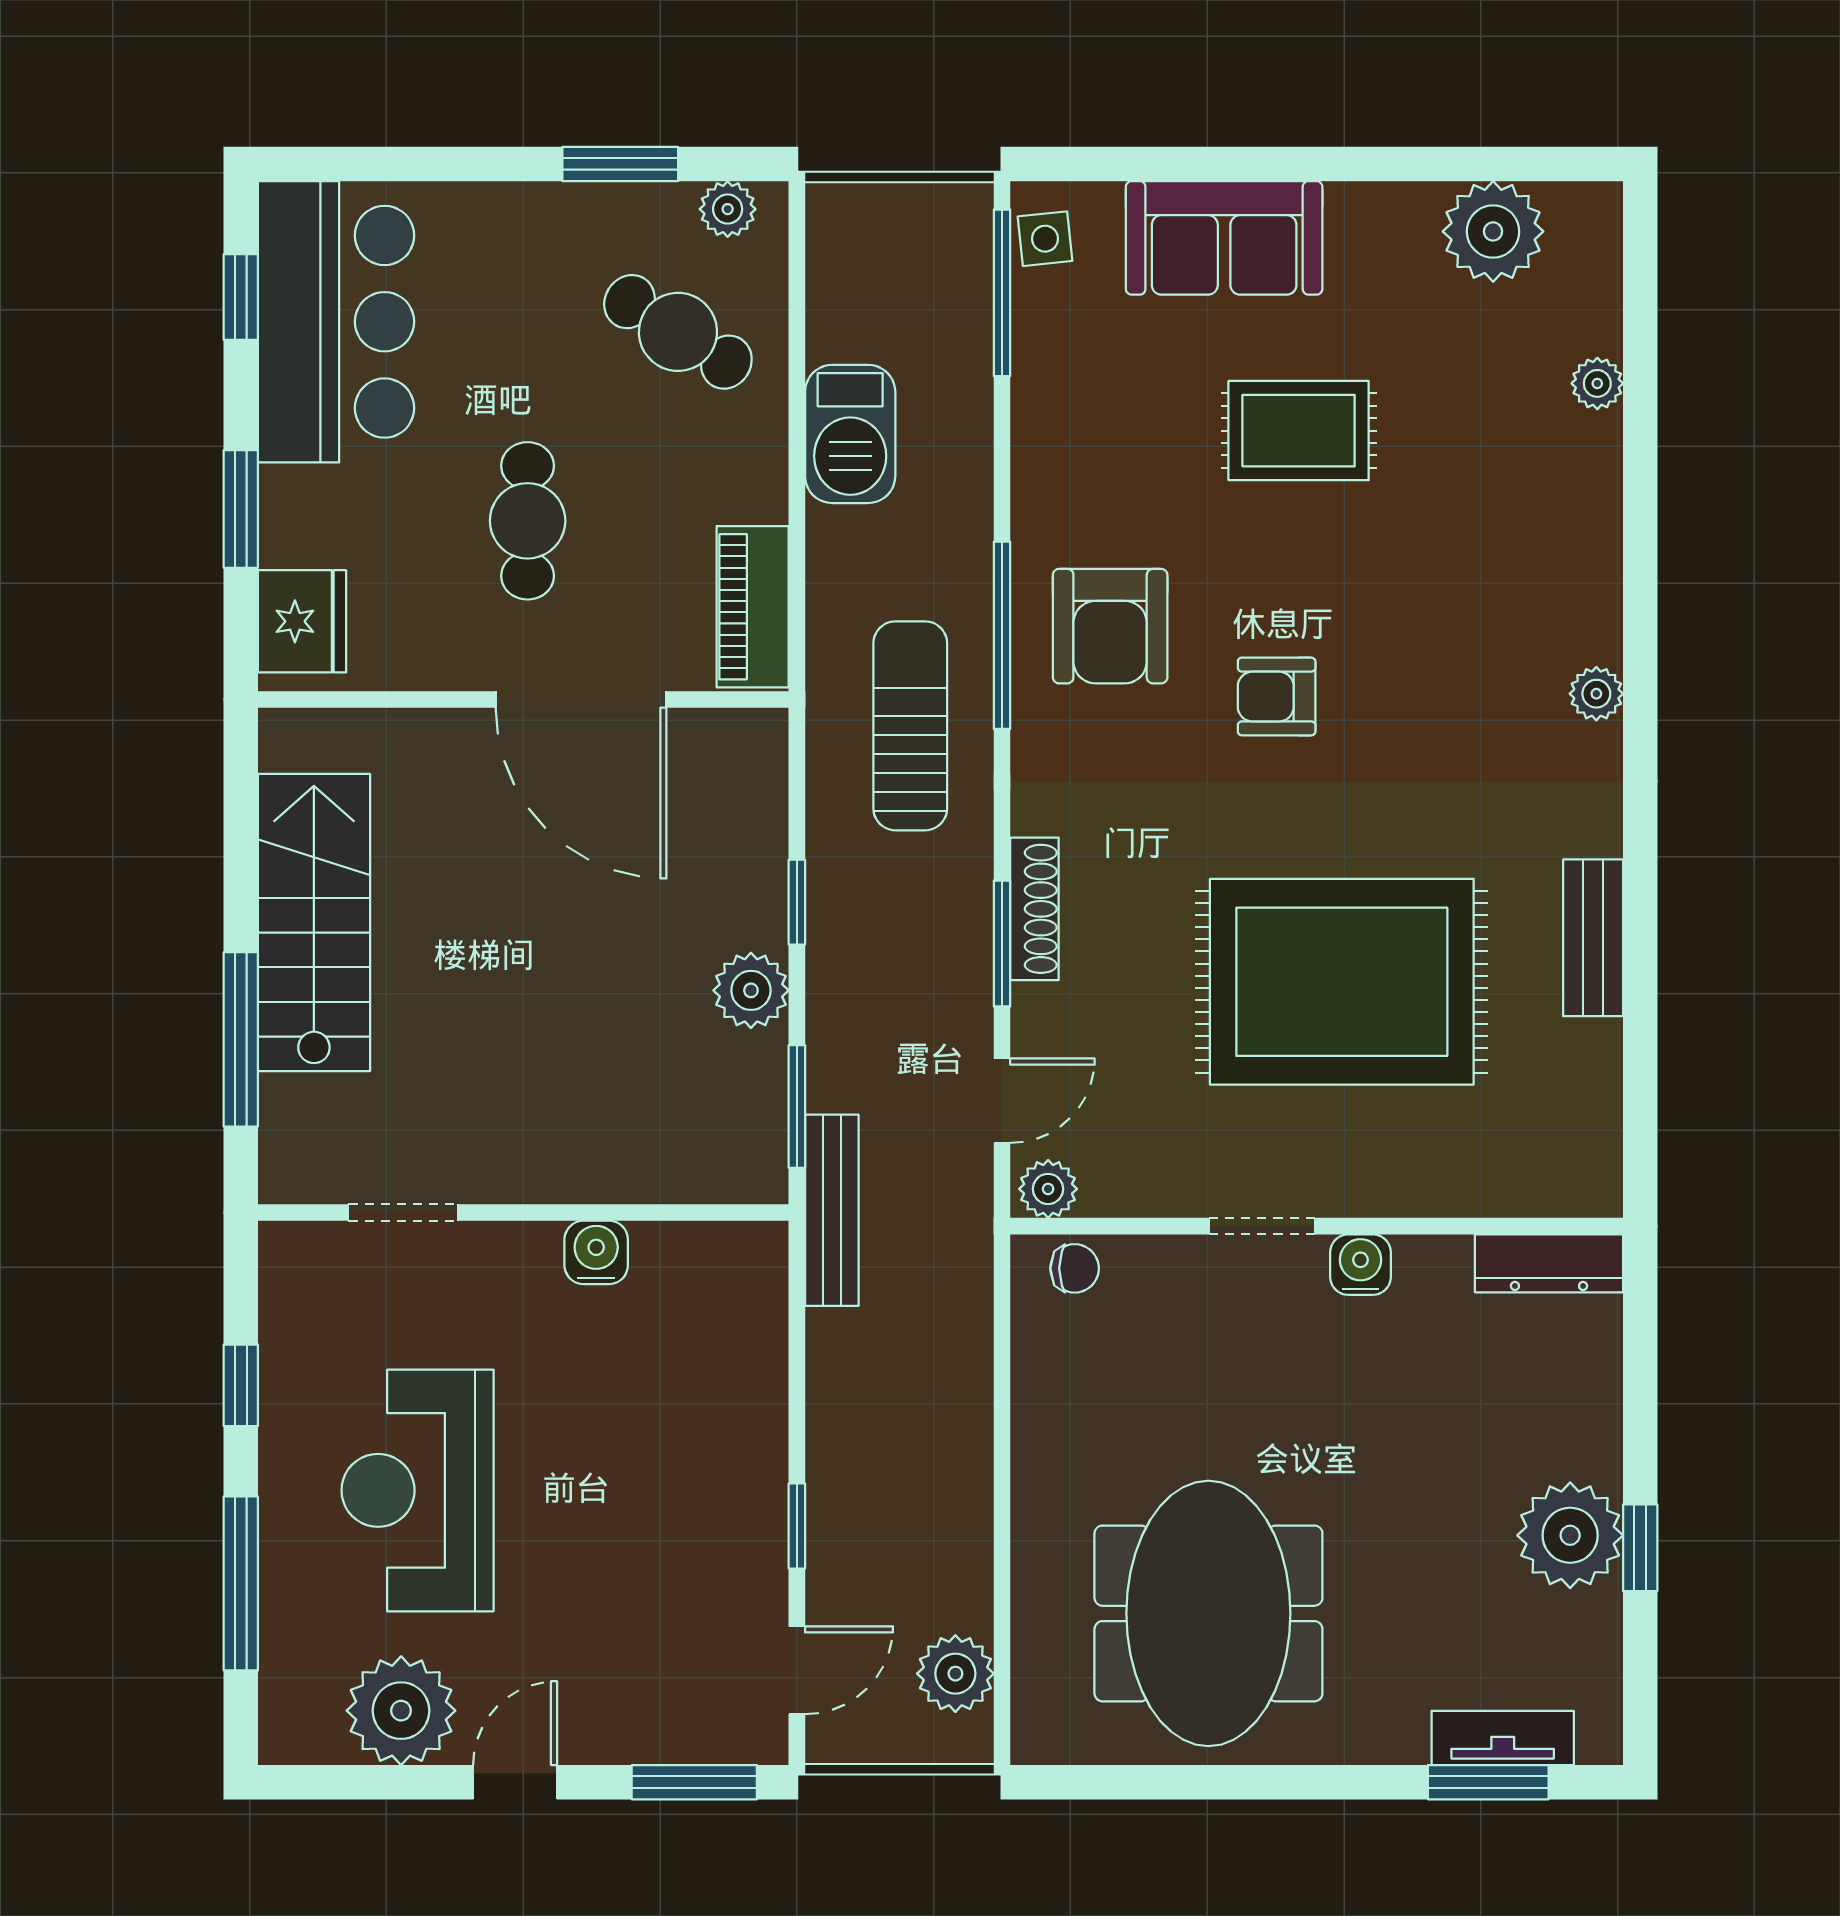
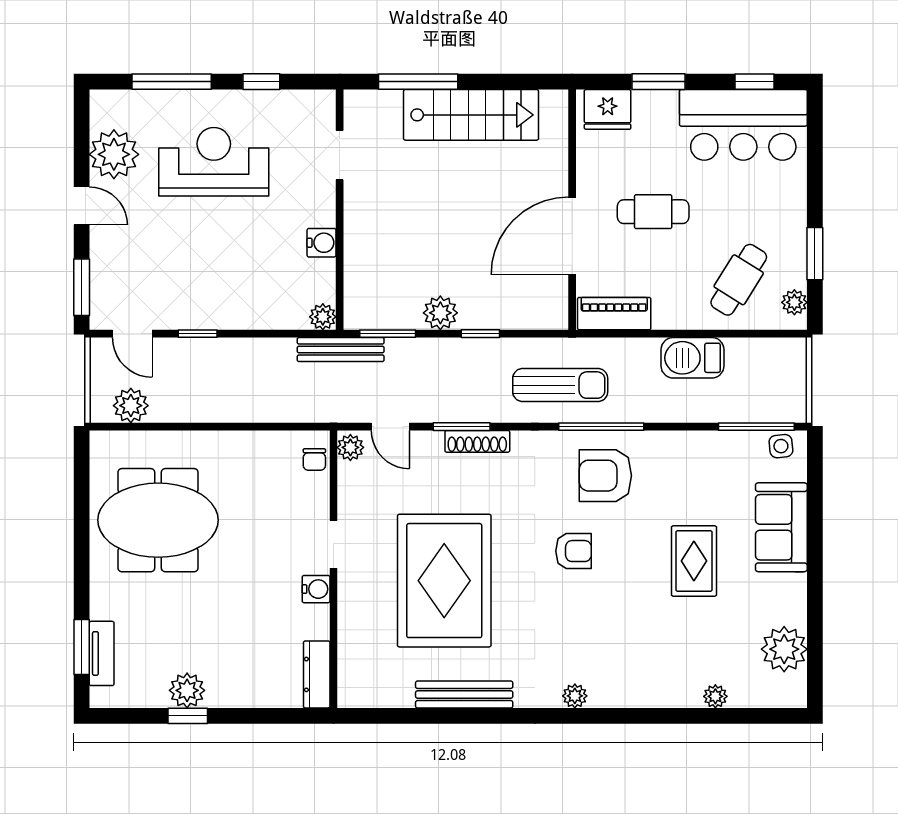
armchair: (1277, 697) -> (573, 551), turned 90
bench: (1593, 938) -> (464, 694), width x1.36
plant: (760, 1250) -> (323, 317), added
plant: (1570, 1535) -> (187, 690), width x0.73, depth x0.73

